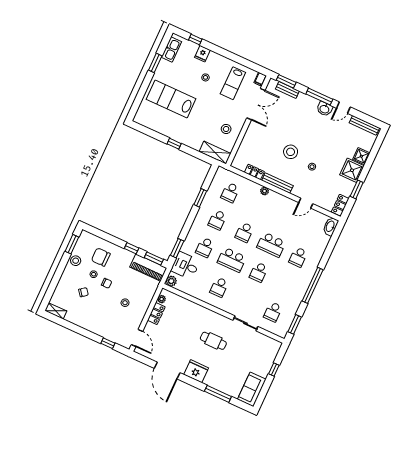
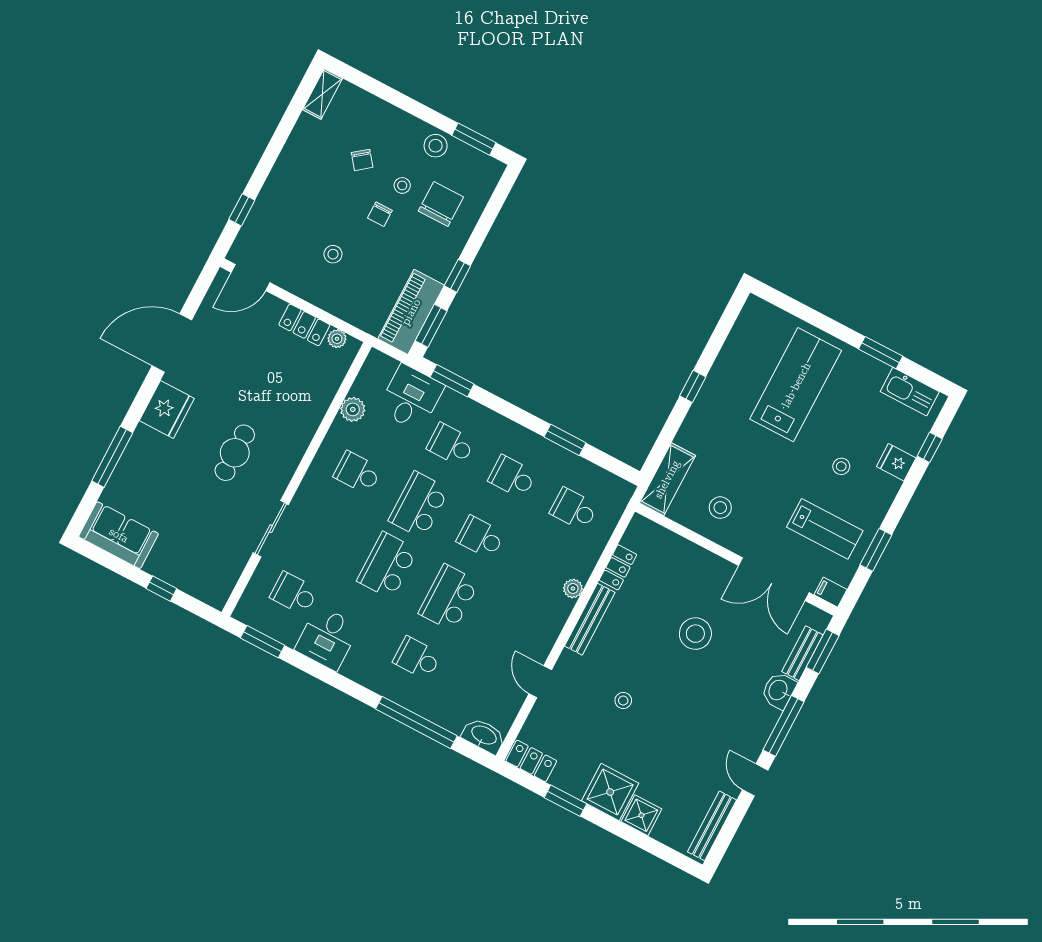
window: (241, 61) -> (876, 550), added
lab bench: (233, 83) -> (825, 529), turned 180
washbasin: (325, 109) -> (779, 690), moved
stool: (291, 152) -> (695, 634), moved
school desk: (259, 272) -> (387, 565), width x1.85
plant: (171, 281) -> (353, 409), moved
window: (313, 285) -> (416, 722), moved
desk: (292, 296) -> (327, 638), added

